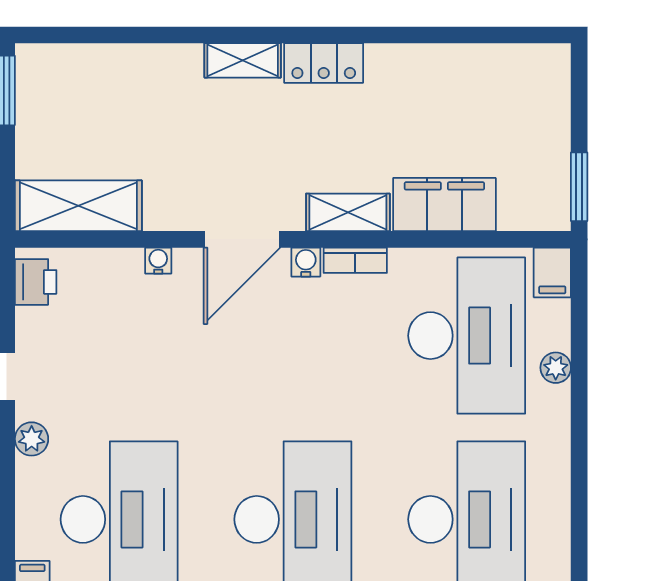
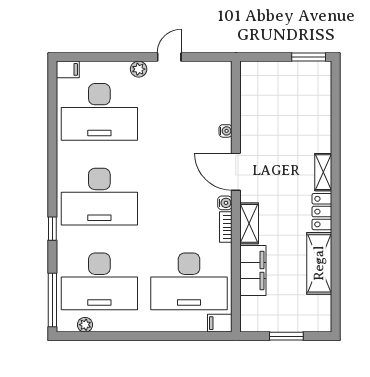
window: (579, 187) -> (286, 336), moved
shelving: (78, 206) -> (319, 263), moved
printer: (36, 282) -> (215, 71), removed
plant: (556, 368) -> (85, 325), moved

